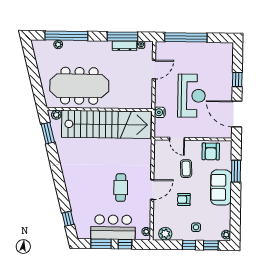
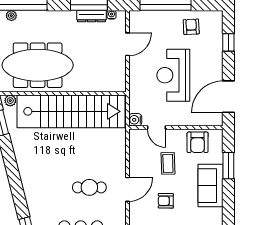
armchair: (207, 56) -> (191, 27), added
window: (237, 79) -> (228, 42), moved
reception desk: (192, 96) -> (173, 75), turned 180
water cooler: (160, 112) -> (135, 120), moved
door: (237, 114) -> (228, 97), hinge flipped
cafe table: (121, 188) -> (89, 187), turned 90

